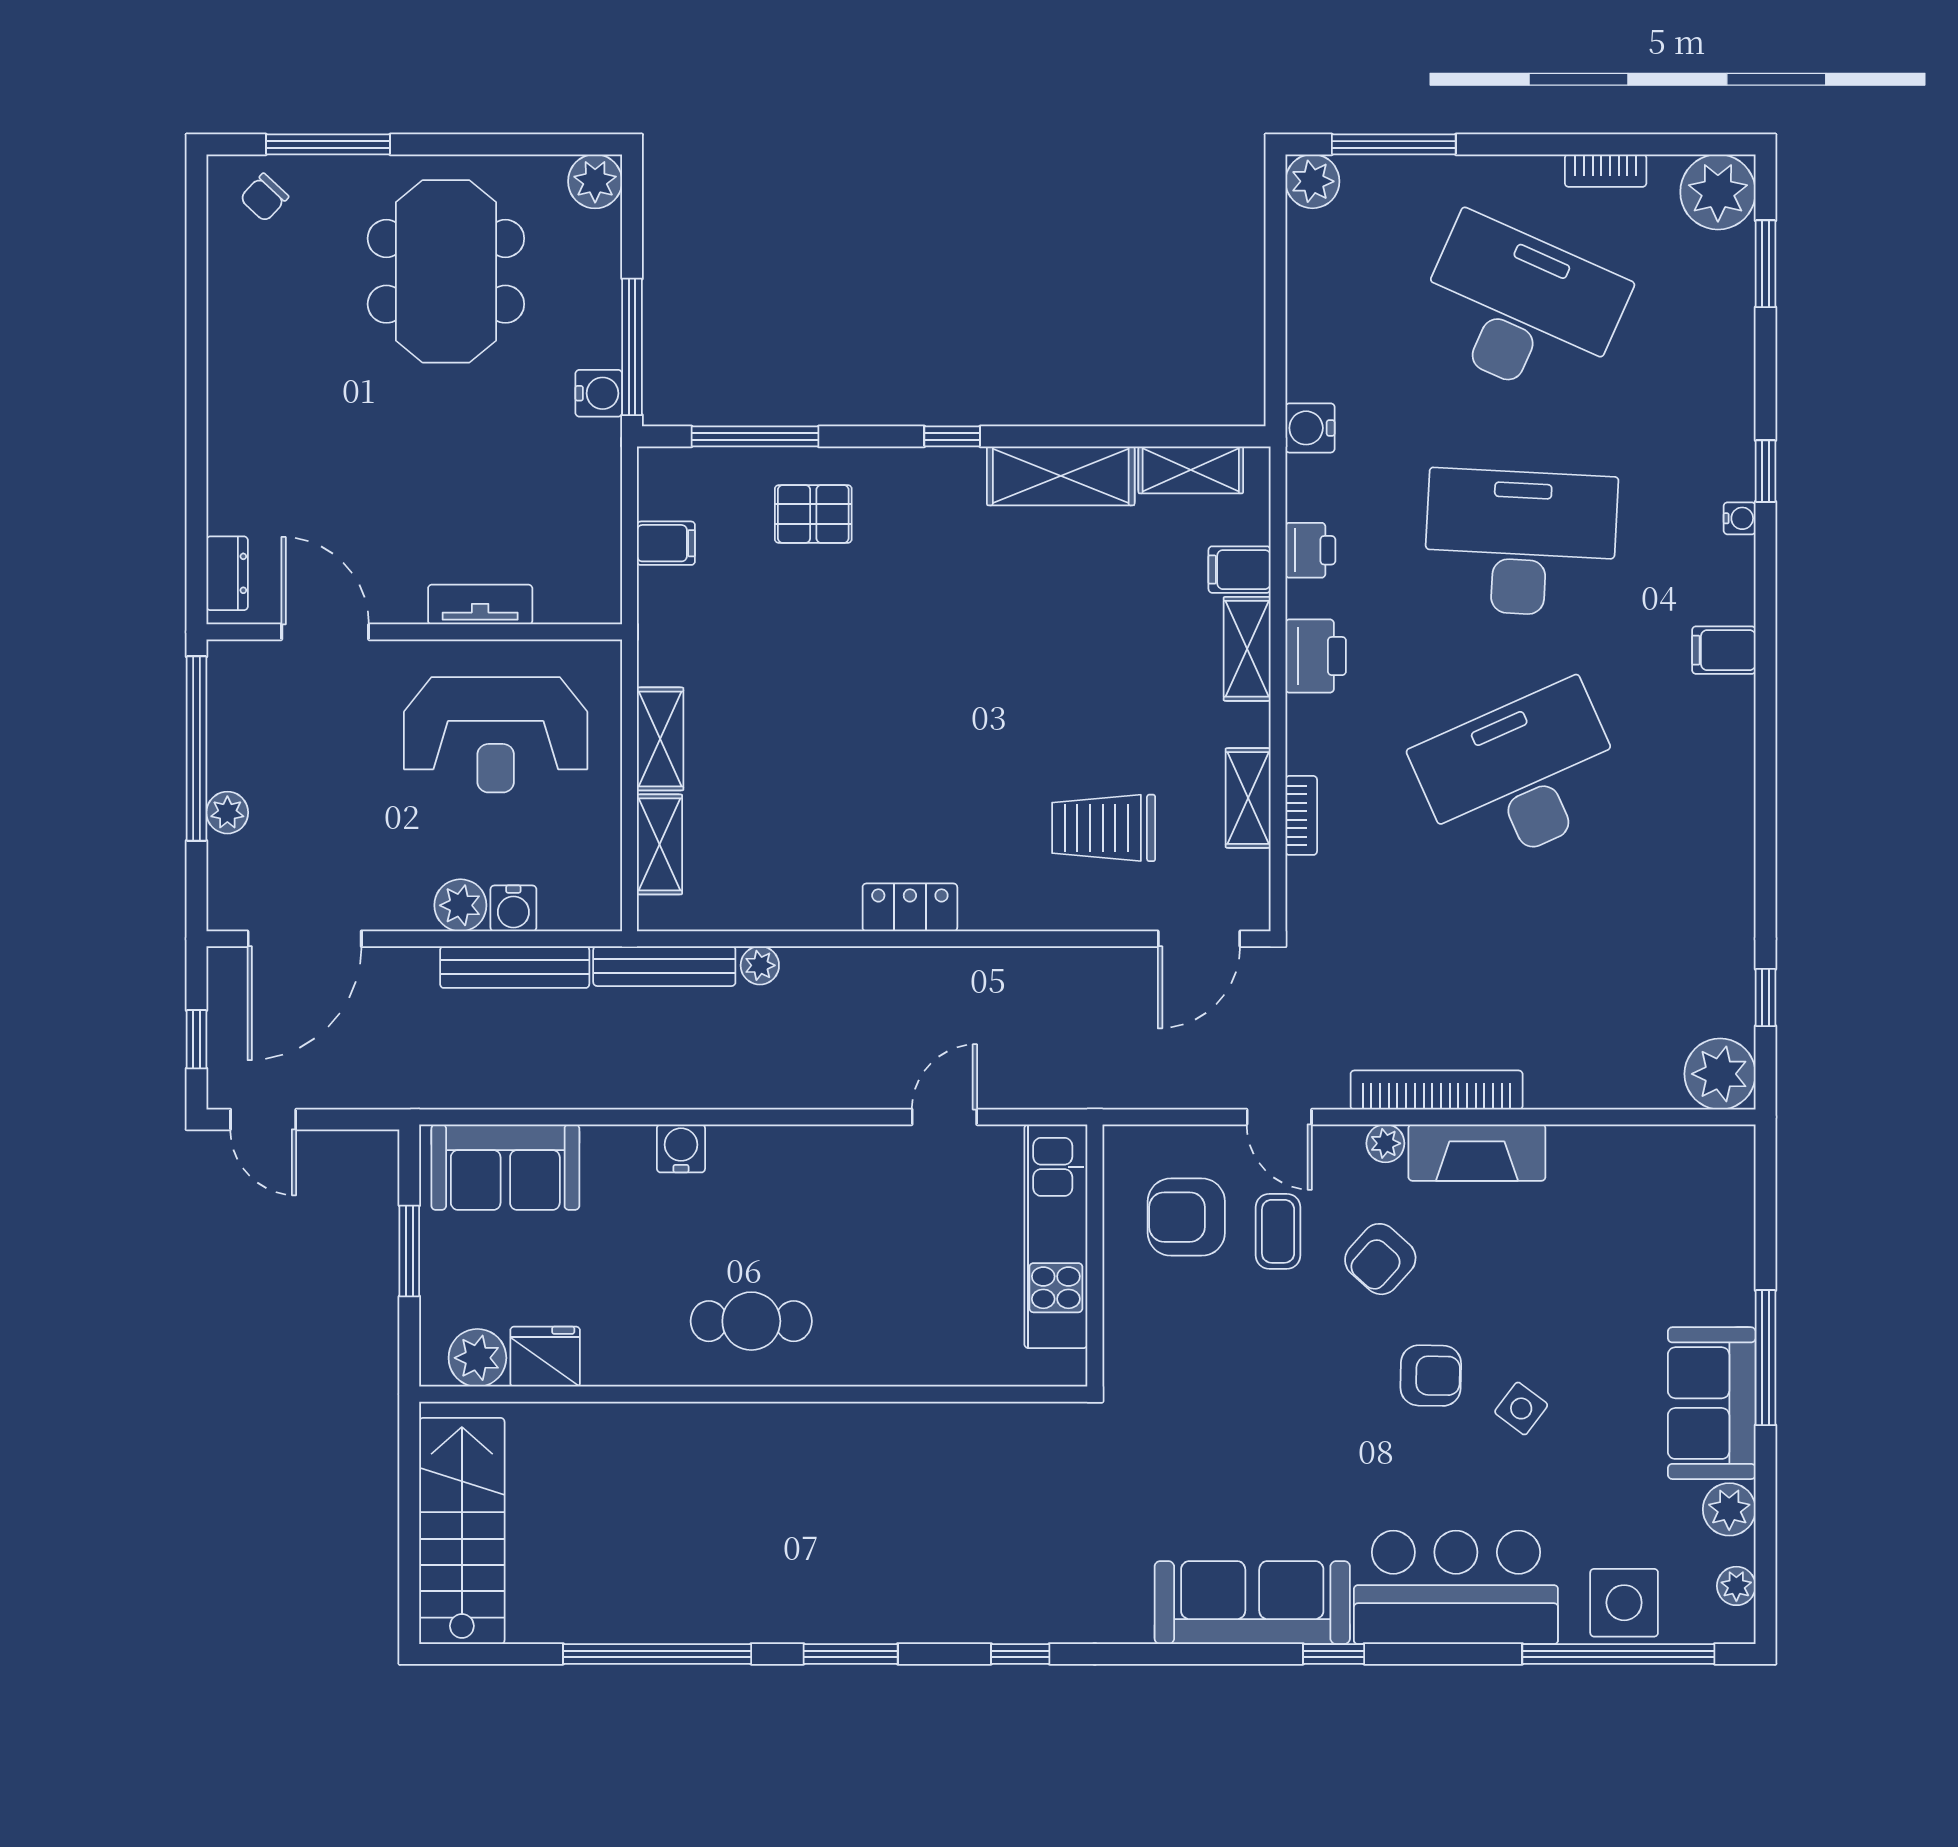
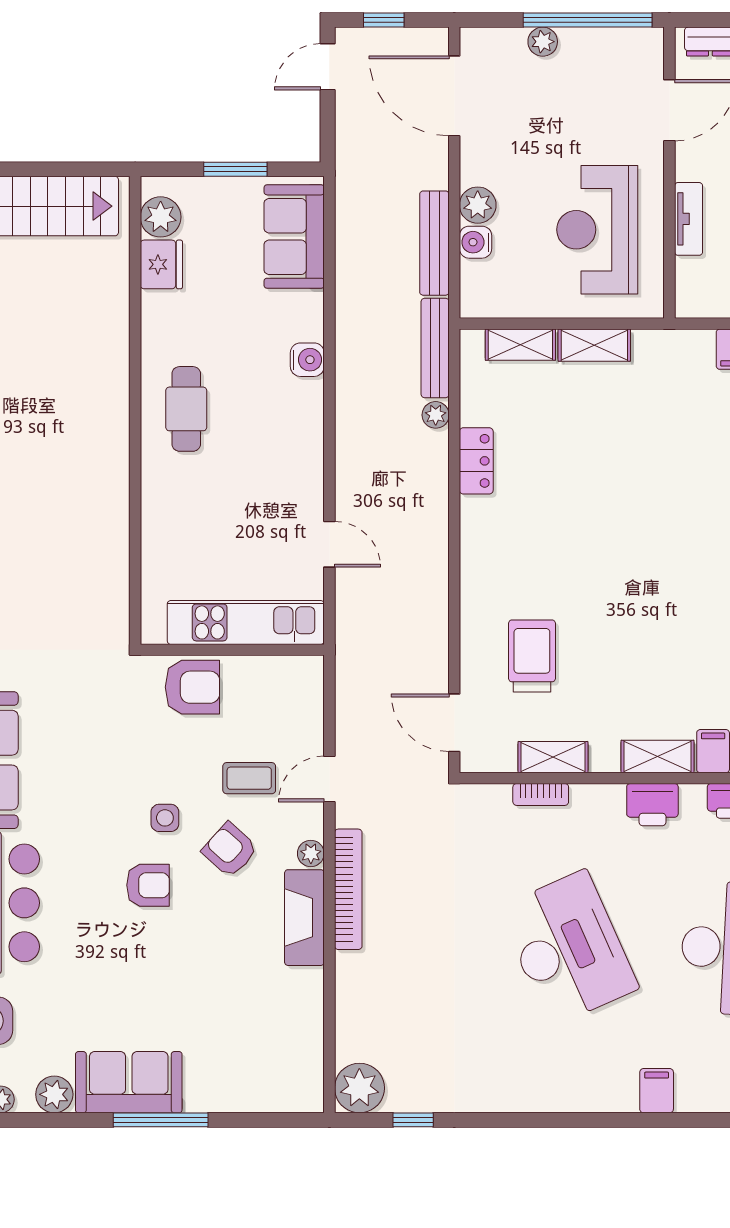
locker: (910, 907) -> (476, 461), moved
armchair: (1186, 1217) -> (192, 687), moved, turned 90
armchair: (1431, 1376) -> (148, 885), turned -91
side table: (1521, 1408) -> (165, 818), moved, turned -37

